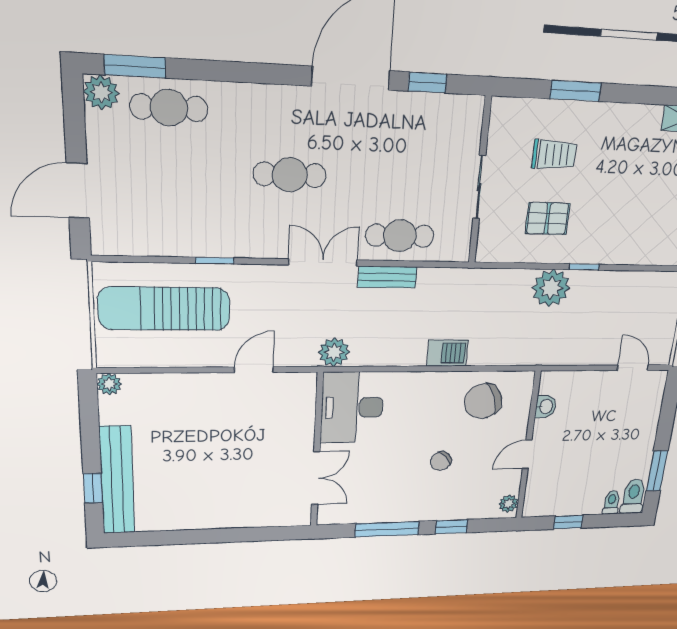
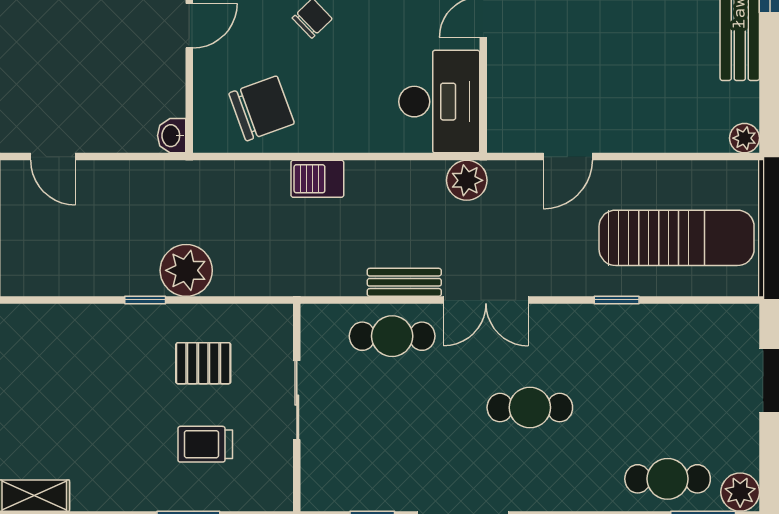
washbasin: (546, 406) -> (172, 136), moved

